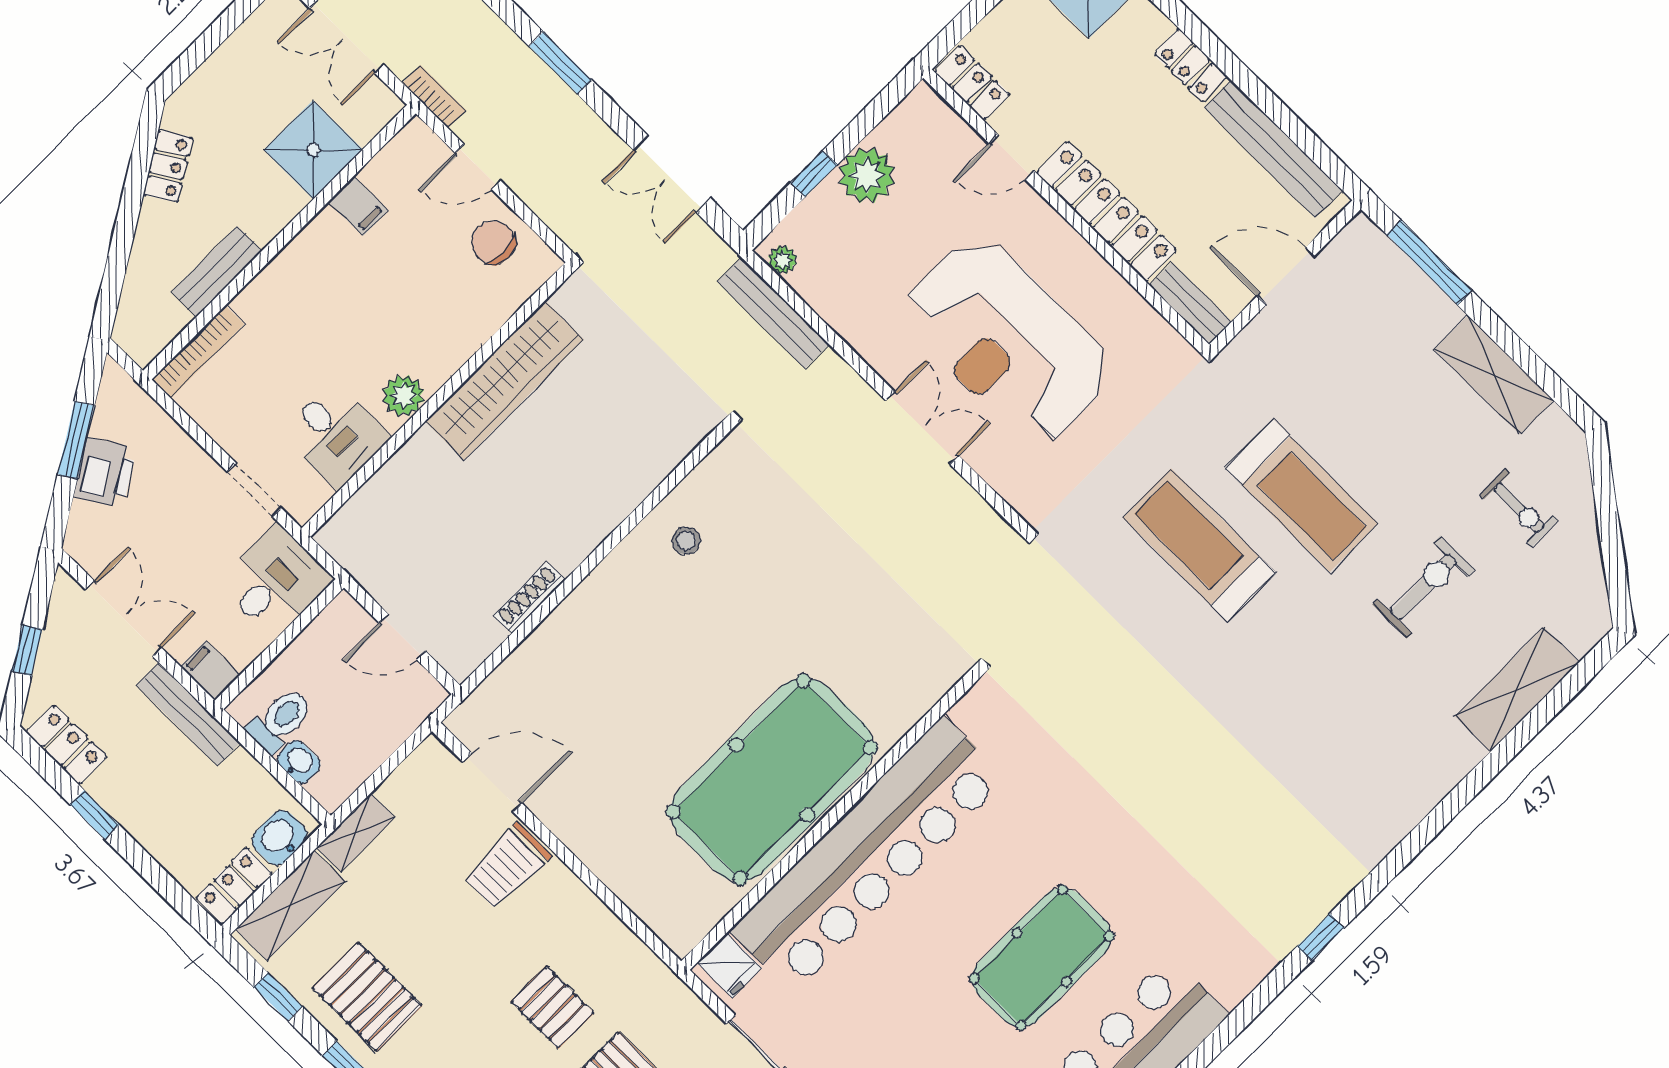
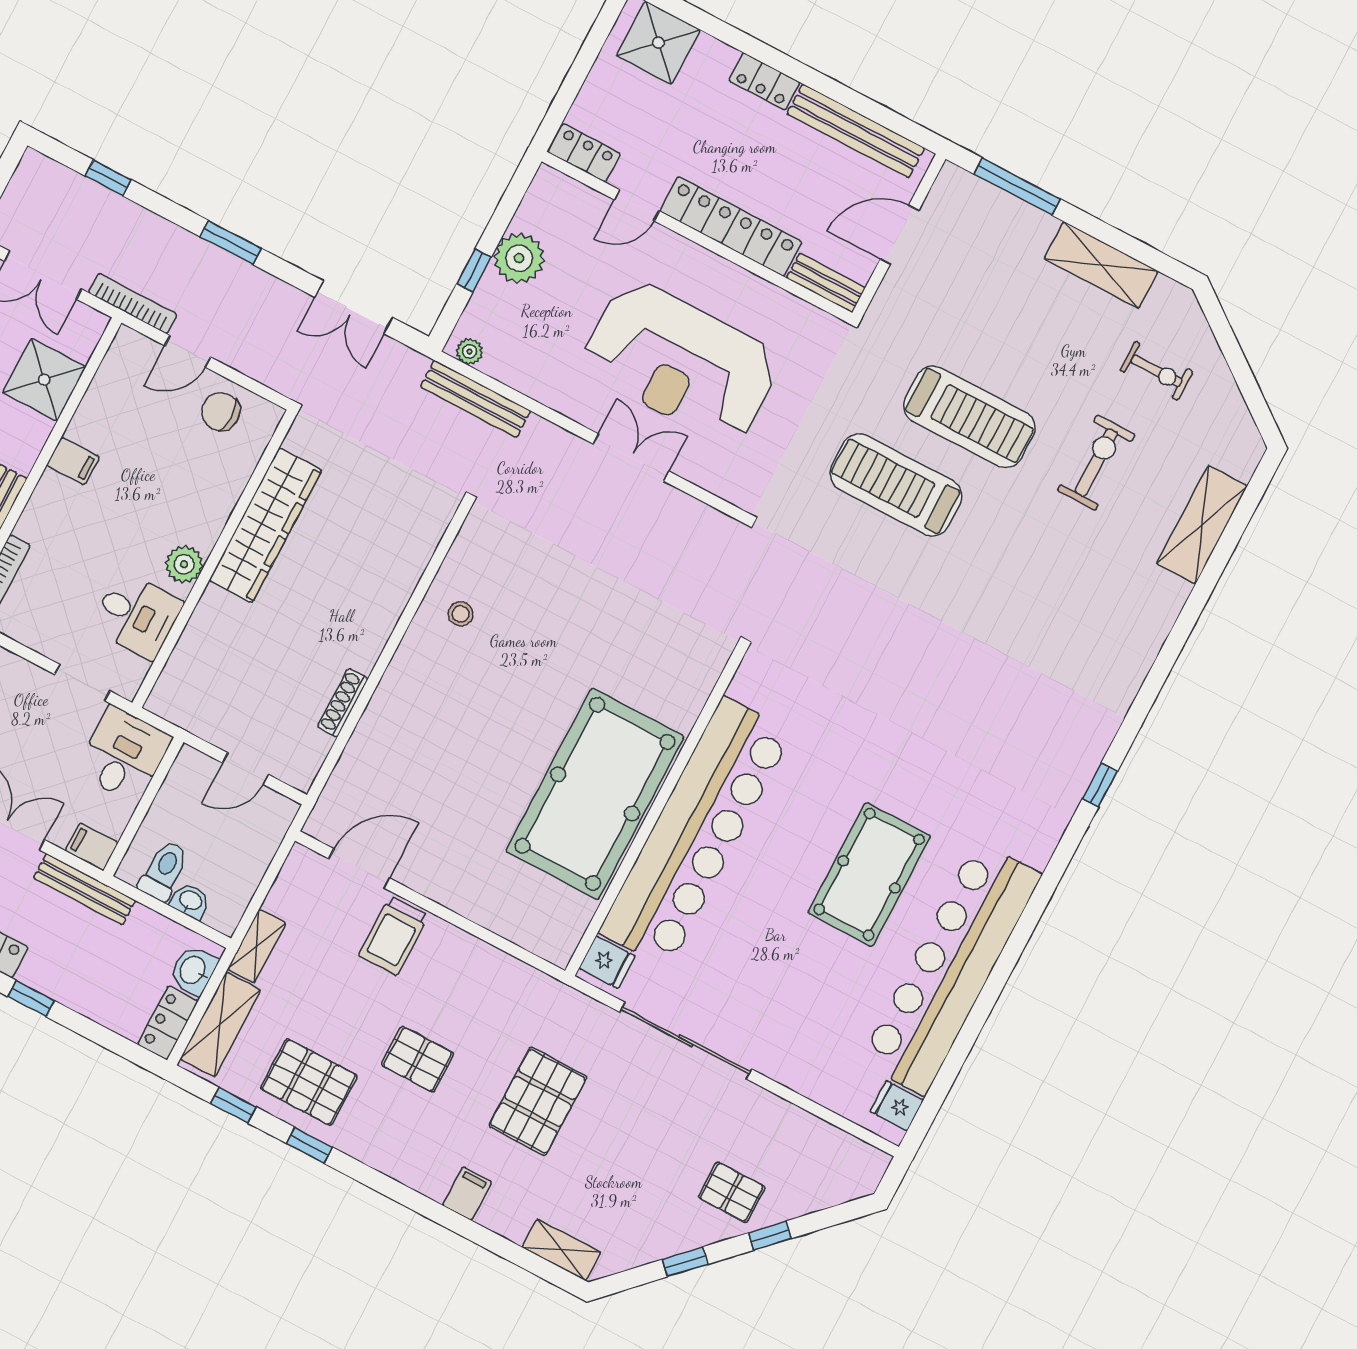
bookcase: (434, 97) -> (133, 304), width x1.56
filing cabinet: (358, 206) -> (73, 461), moved
pallet: (552, 1007) -> (418, 1059), moved

